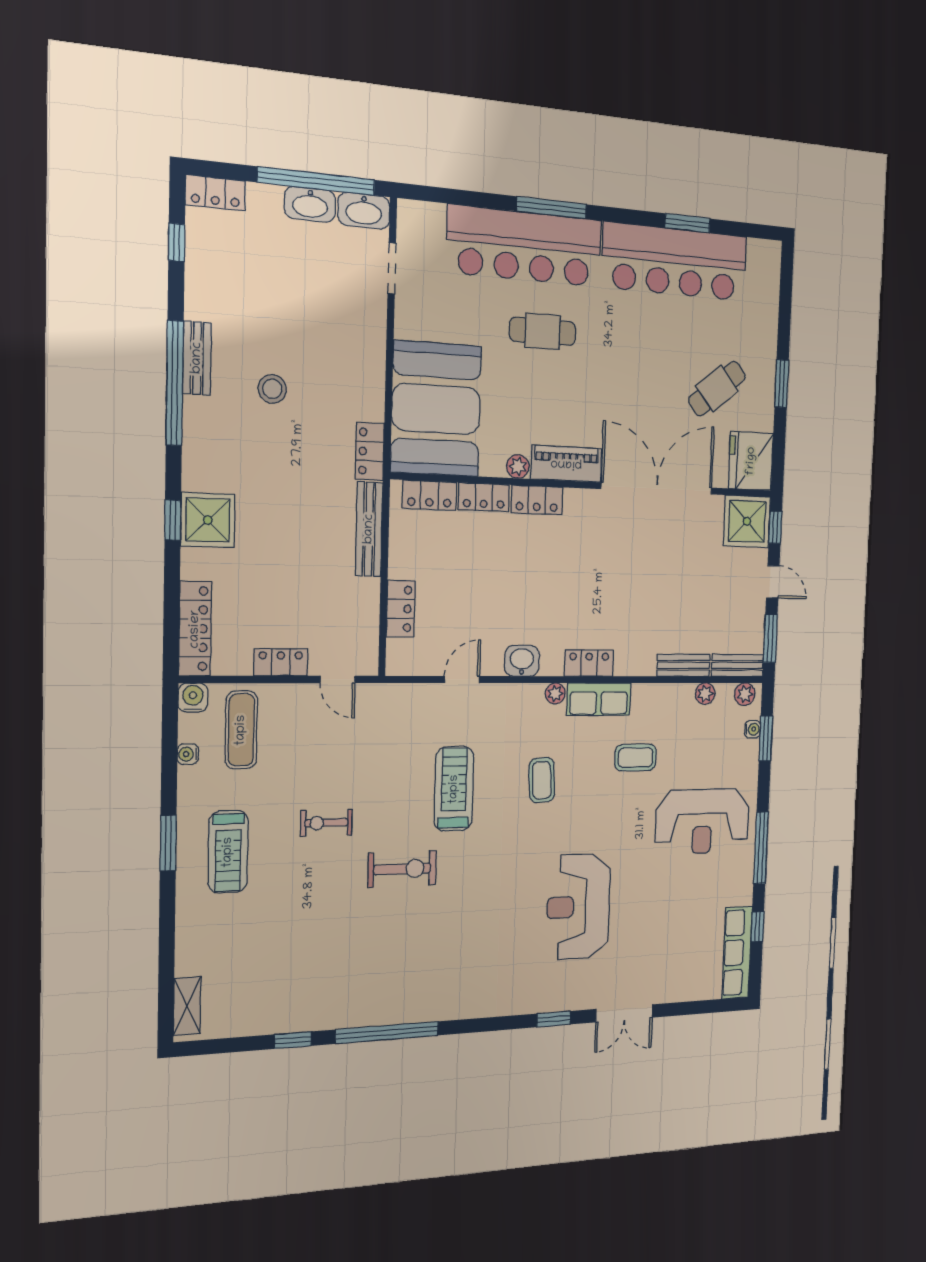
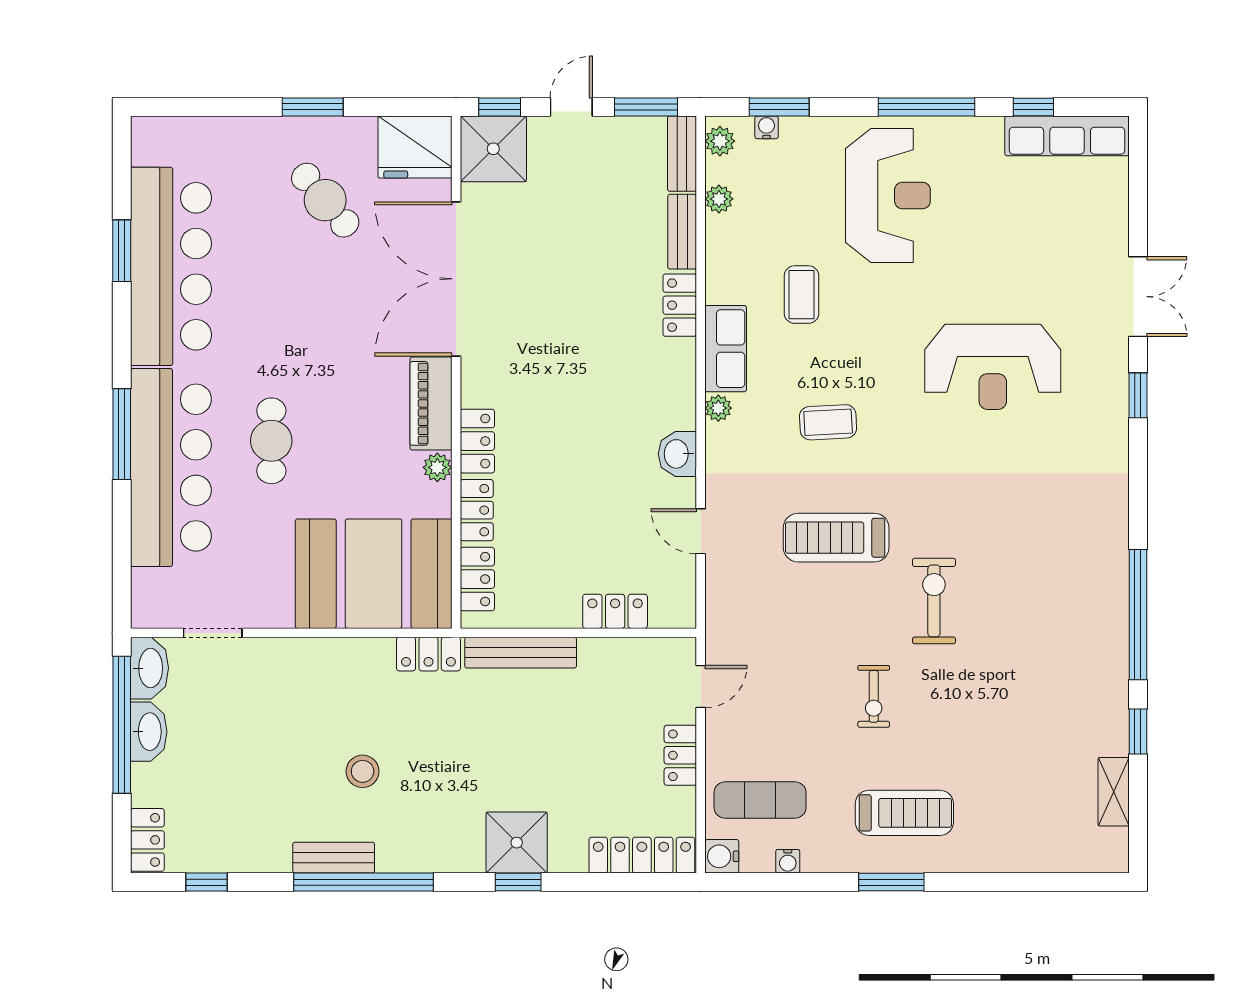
locker: (589, 663) -> (680, 305), moved
shelving: (187, 1006) -> (1114, 792), moved, turned 90

